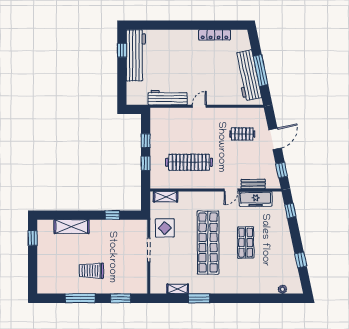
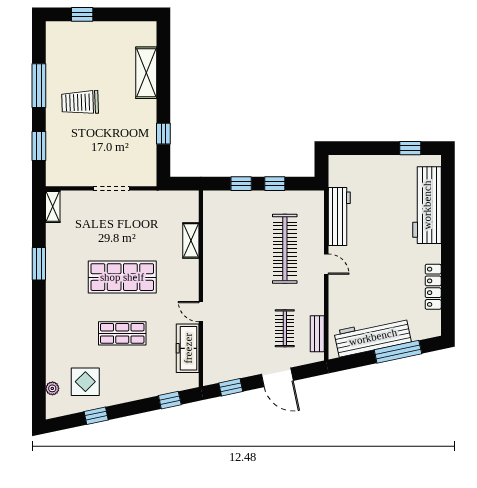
workbench: (136, 55) -> (427, 205), moved, turned 90
window: (260, 70) -> (398, 352), moved
clothes rail: (189, 162) -> (285, 249), moved
bench: (253, 184) -> (317, 334), moved
shelving: (166, 197) -> (191, 240), moved
display table: (165, 228) -> (85, 382), moved
window: (33, 238) -> (82, 14), moved
shop shelf: (208, 243) -> (122, 277), width x0.71
trolley: (91, 271) -> (80, 102), turned -92
shelving: (178, 289) -> (53, 206), moved

